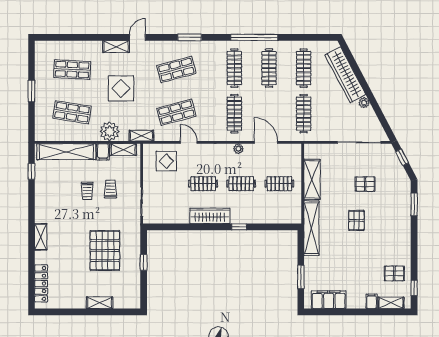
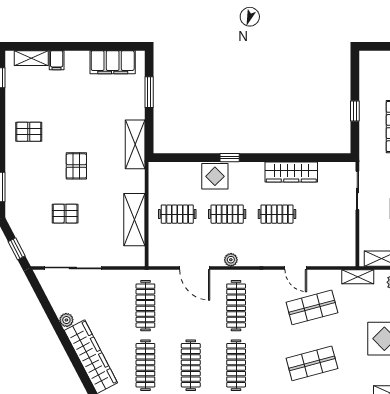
display table: (166, 161) -> (215, 176), moved
wardrobe: (210, 216) -> (291, 172), moved
shelving: (311, 228) -> (135, 144), width x0.68
pallet: (394, 273) -> (29, 132), moved

